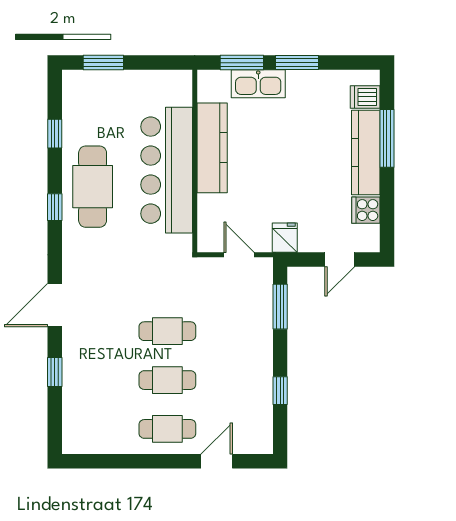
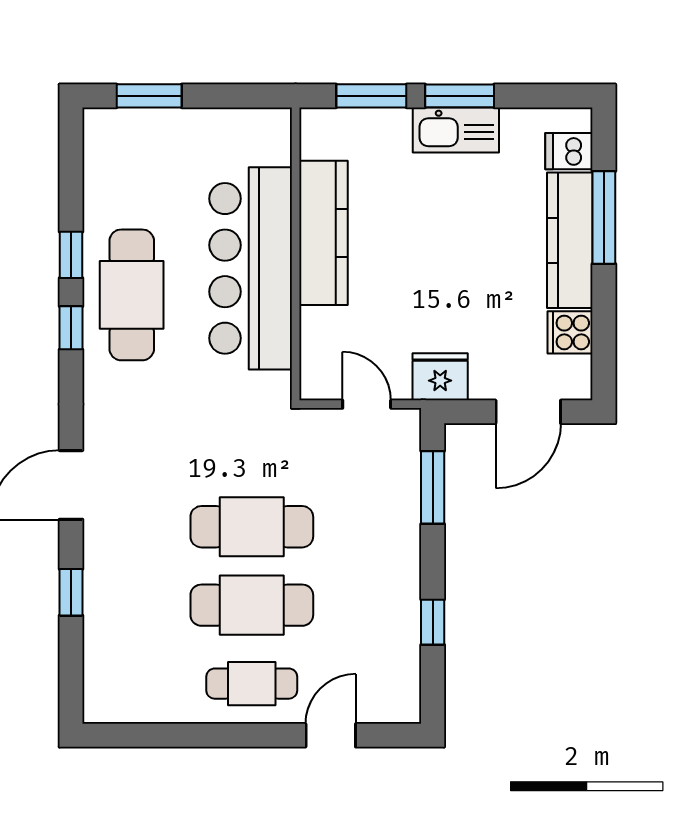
kitchen sink: (258, 84) -> (456, 130), moved
window: (55, 134) -> (71, 255), moved
fridge: (285, 238) -> (440, 377), width x1.38
door: (340, 259) -> (528, 412), width x1.37
cafe table: (167, 331) -> (252, 527), width x1.37, depth x1.35
cafe table: (167, 380) -> (252, 605), width x1.37, depth x1.35

